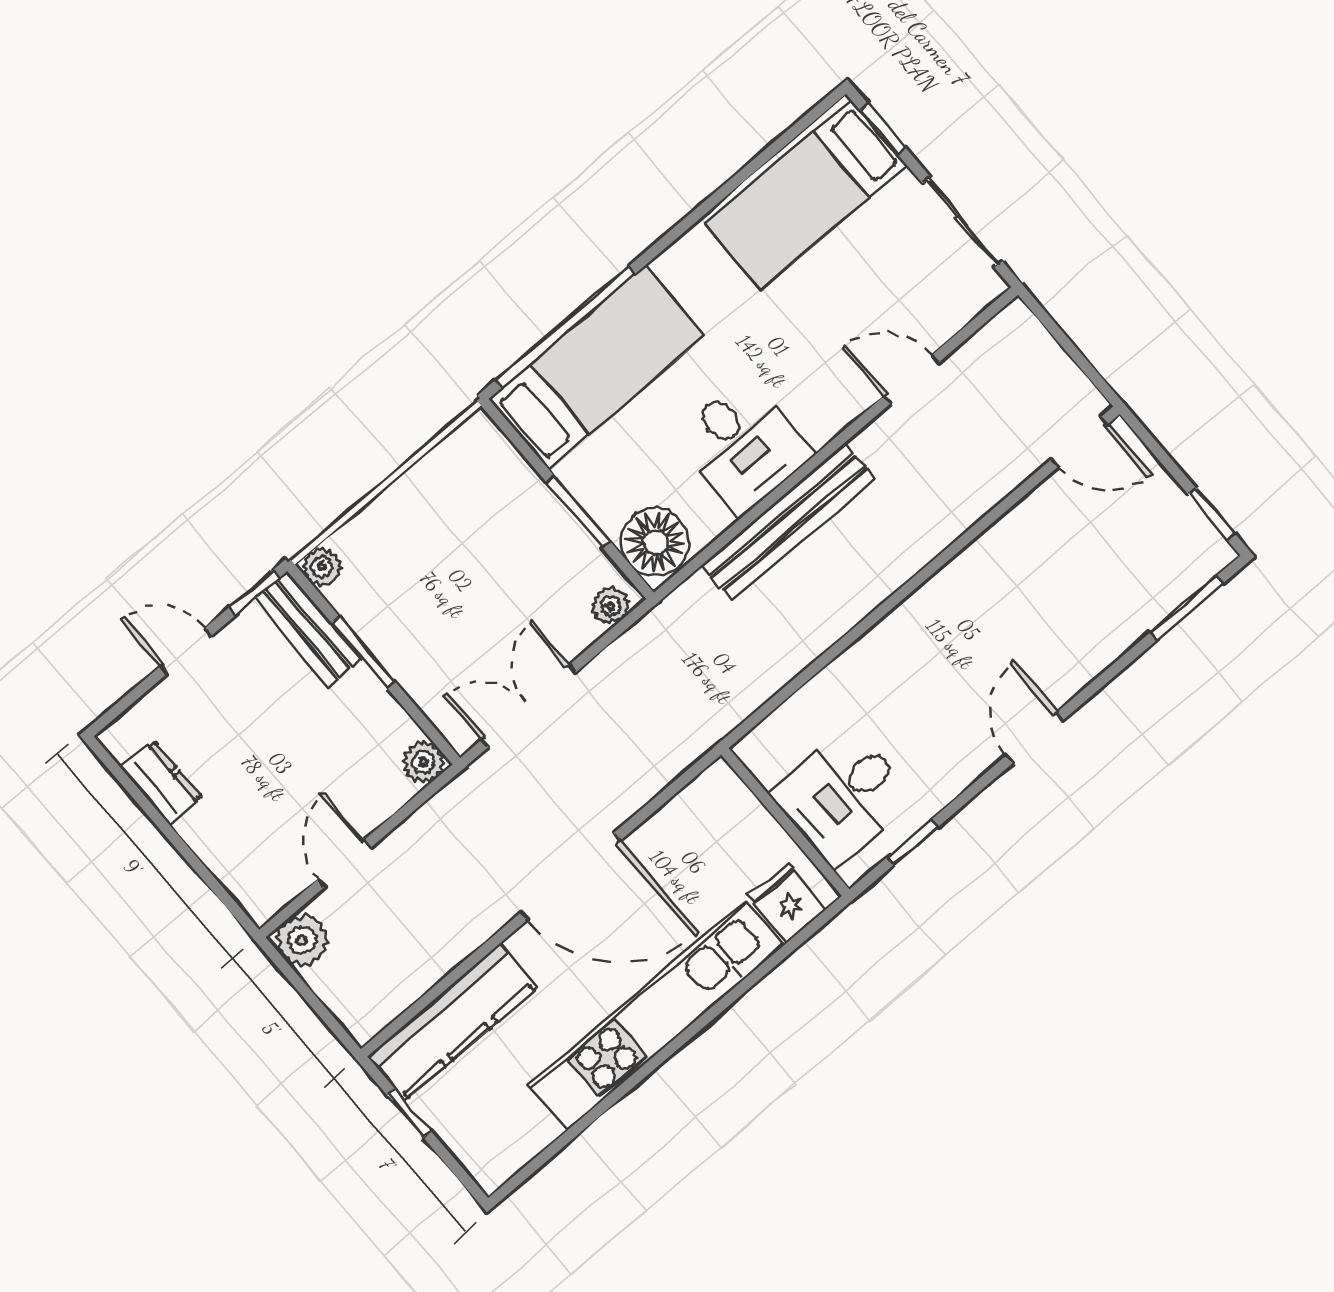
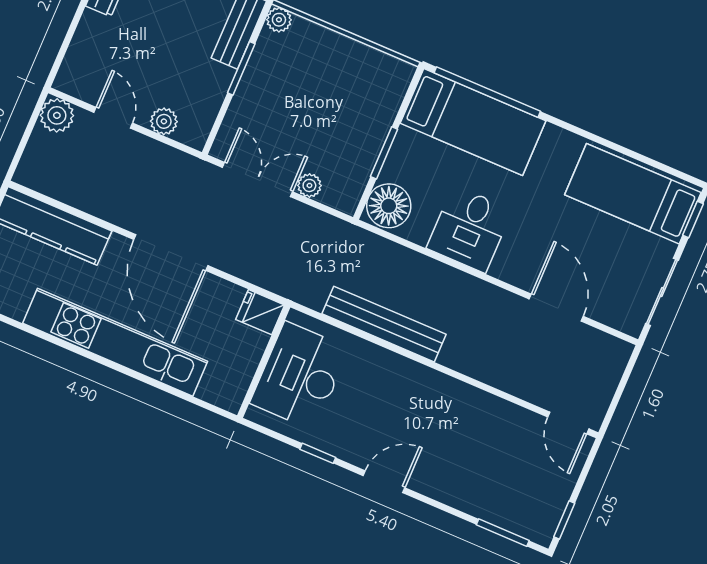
door: (911, 379) -> (556, 308), width x1.38
bench: (788, 522) -> (384, 324), moved
plant: (610, 606) -> (309, 185), moved
plant: (423, 762) -> (164, 121), moved
desk: (842, 796) -> (300, 376), width x1.37
window: (913, 841) -> (318, 453), moved
door: (344, 864) -> (113, 118), hinge flipped
fridge: (788, 903) -> (260, 312), moved, turned -90

